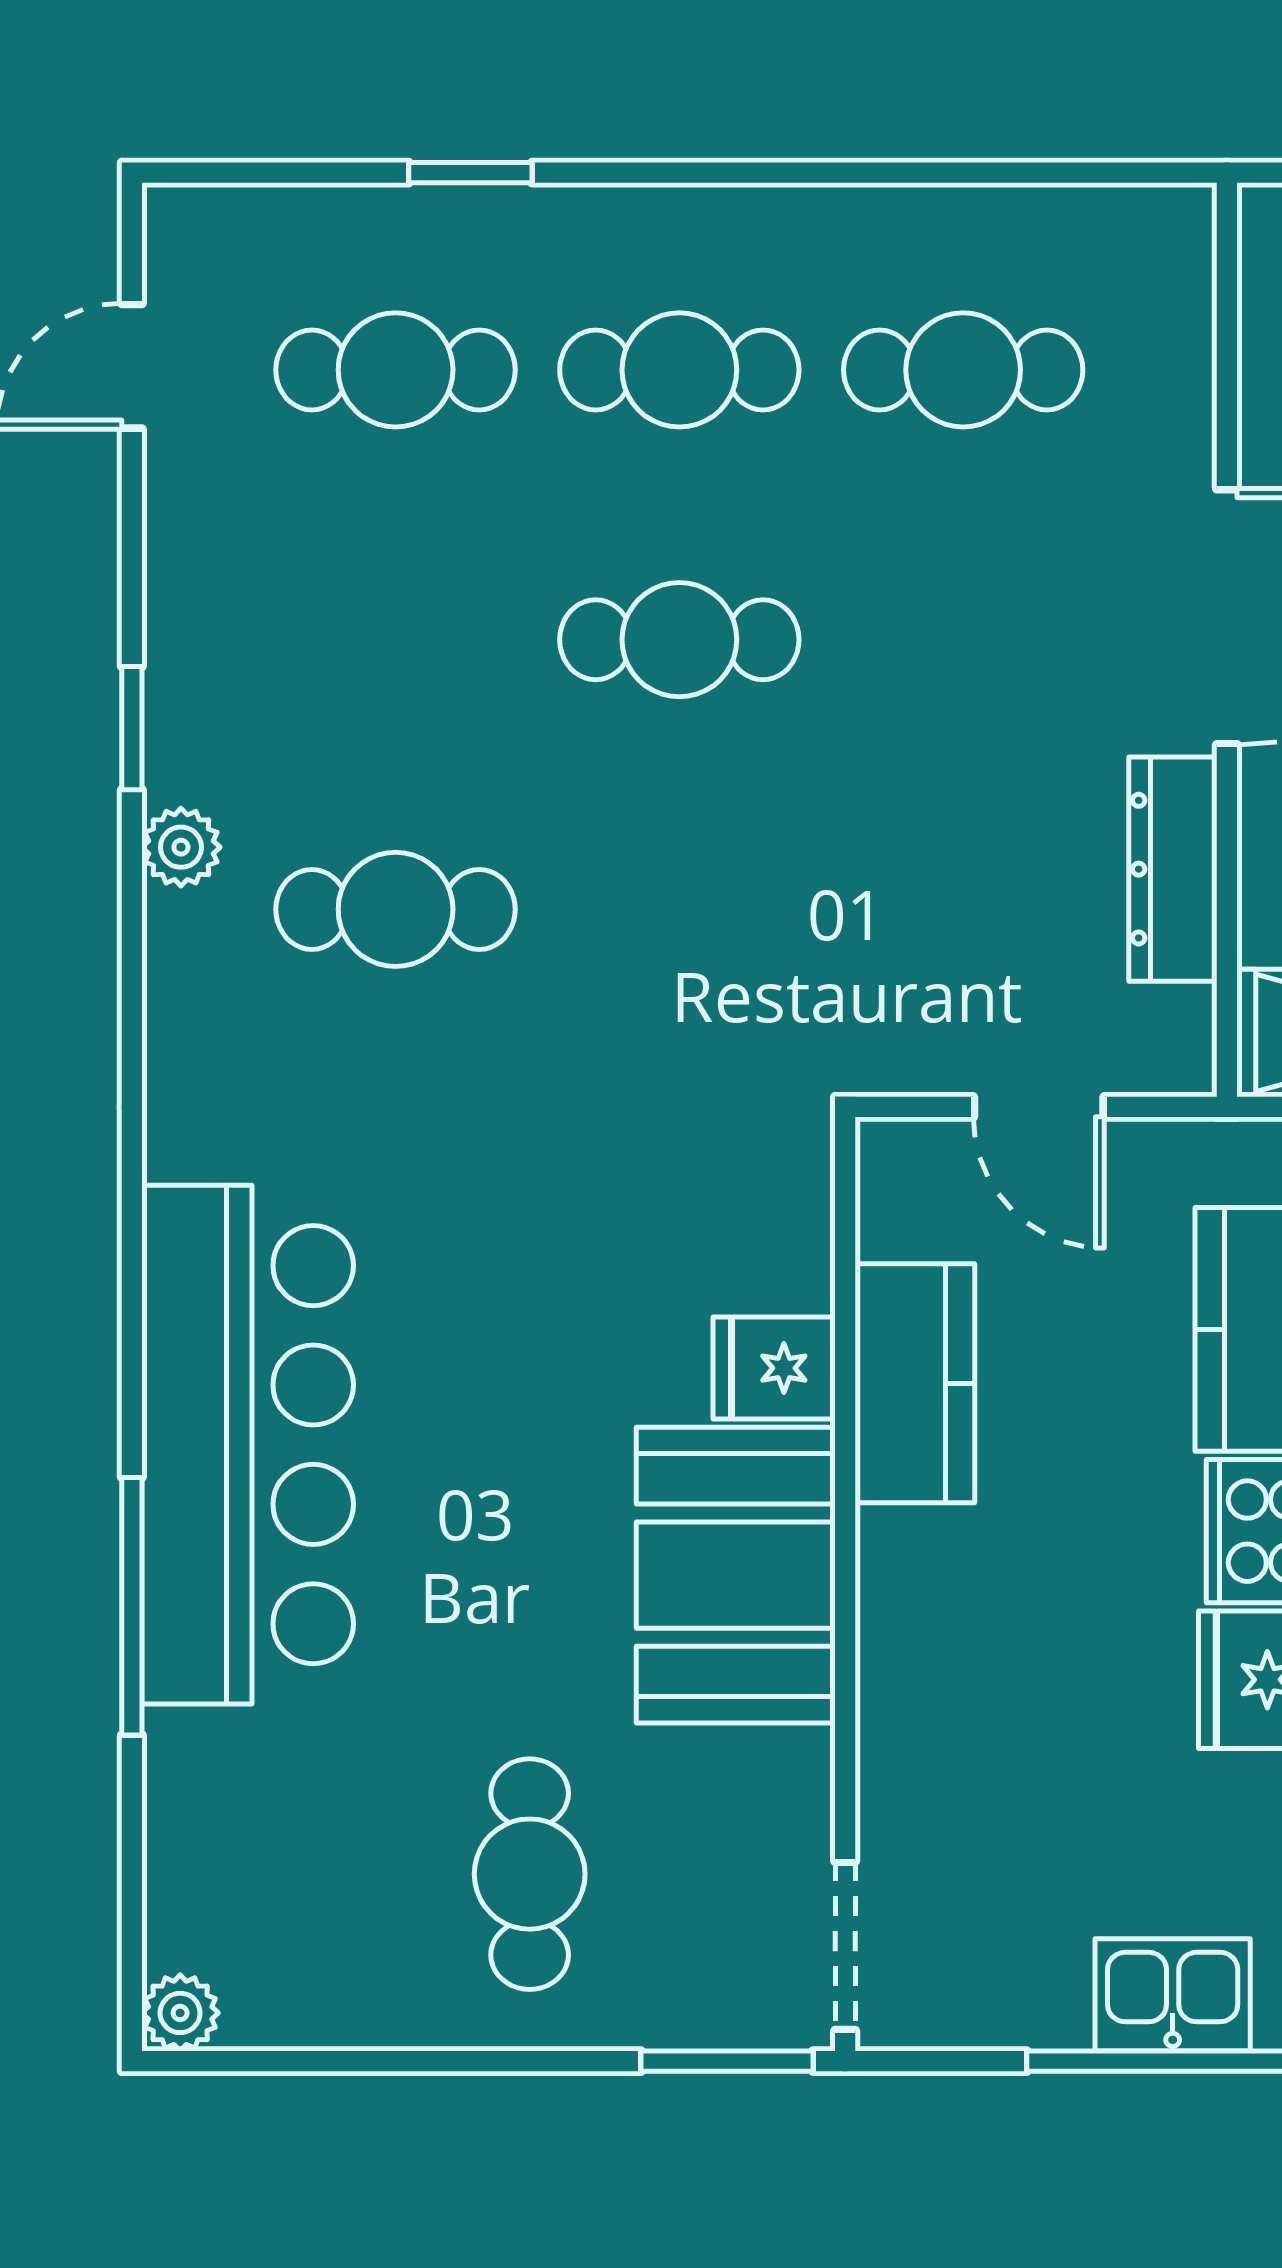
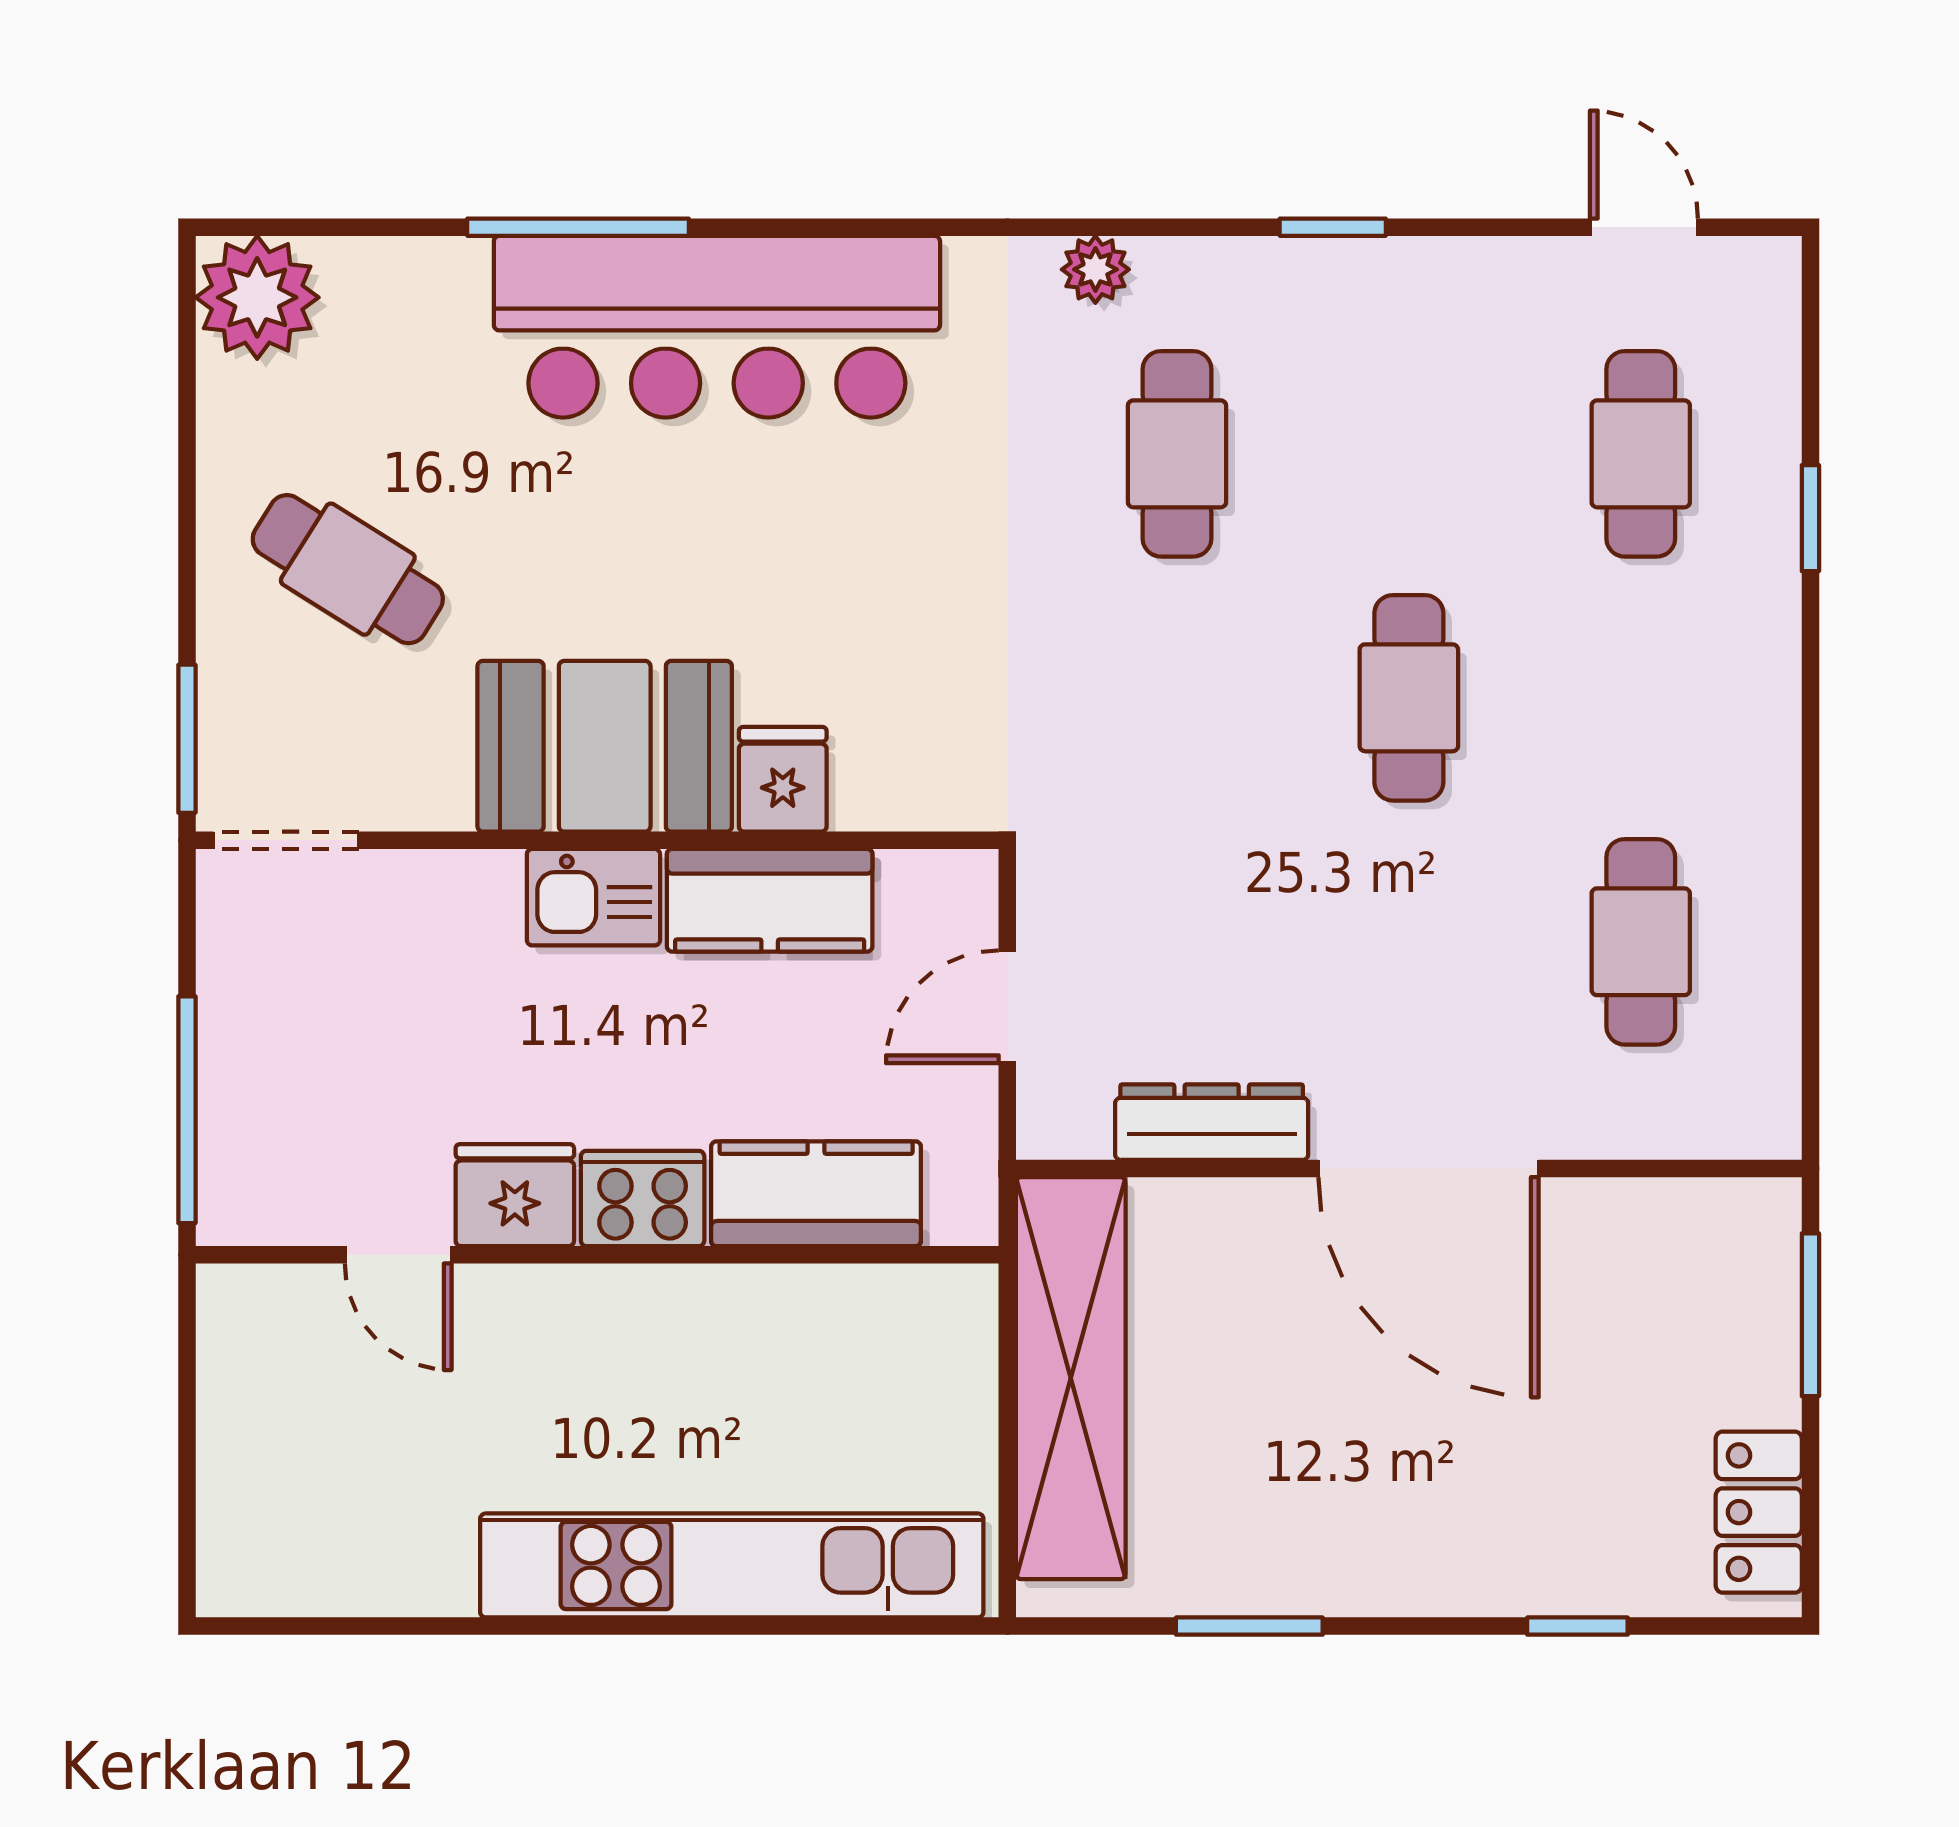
cafe table: (679, 370) -> (1641, 698), removed
plant: (181, 847) -> (1095, 269), moved
cafe table: (530, 1874) -> (348, 569), turned 32
kitchen sink: (1173, 1995) -> (593, 897), moved, turned 90
plant: (180, 2013) -> (257, 297), width x1.87, depth x1.87

